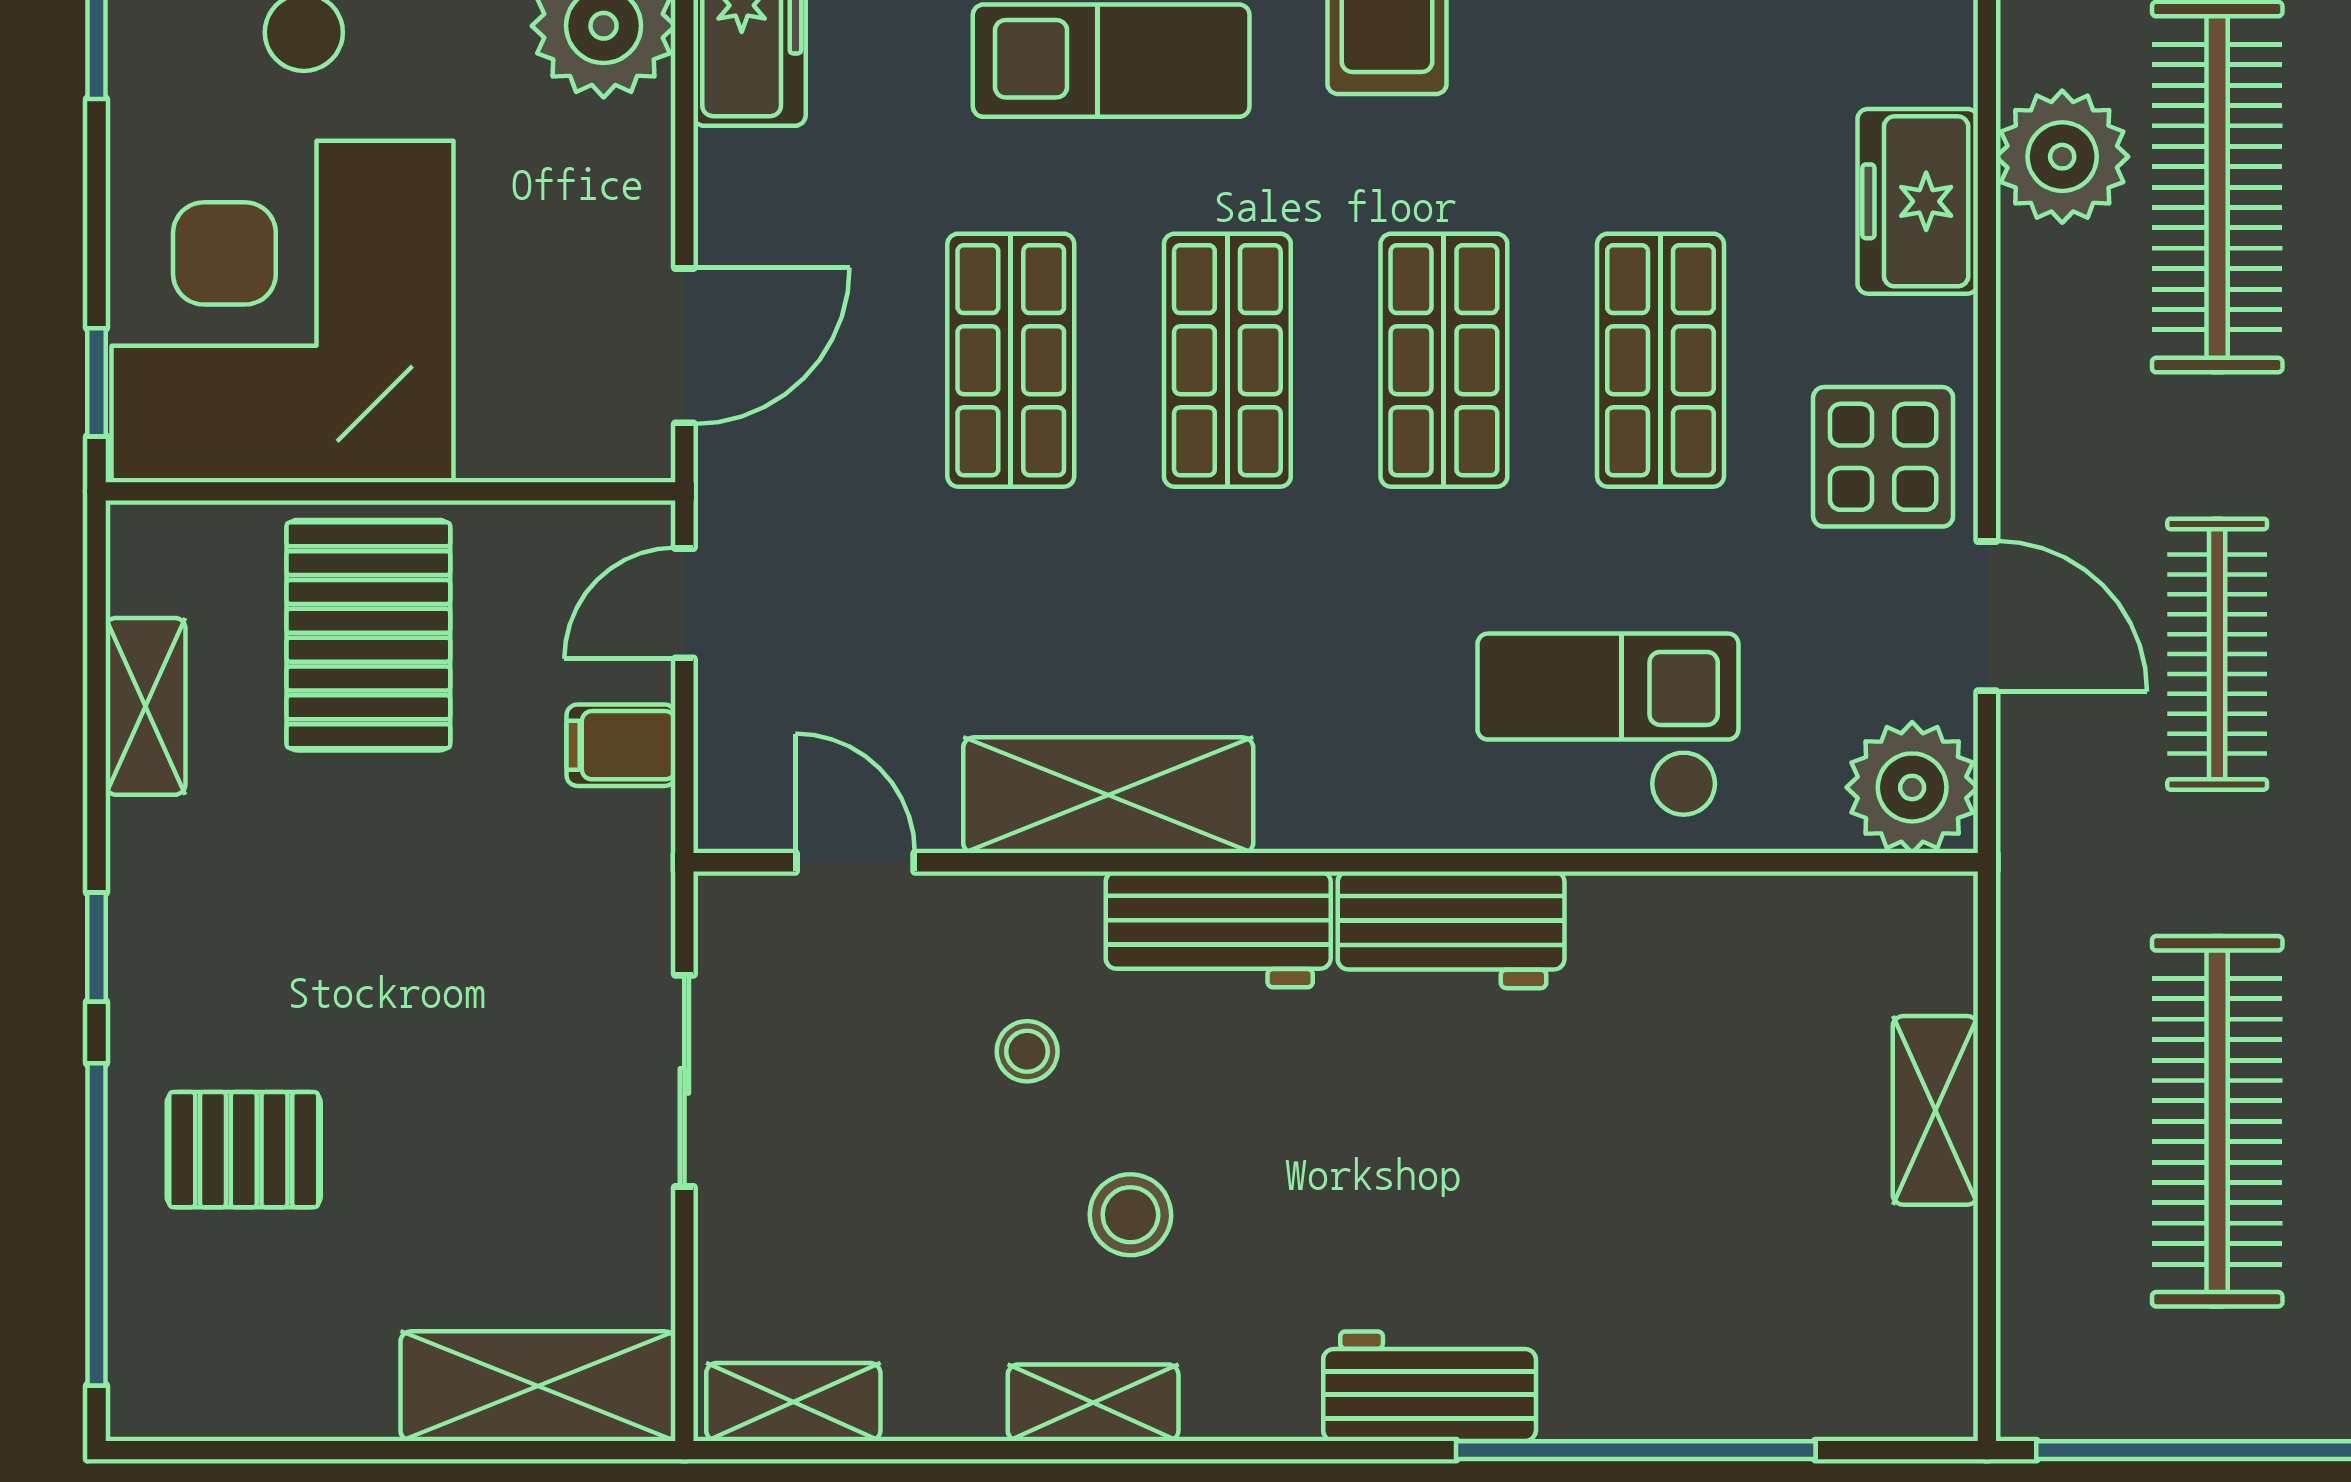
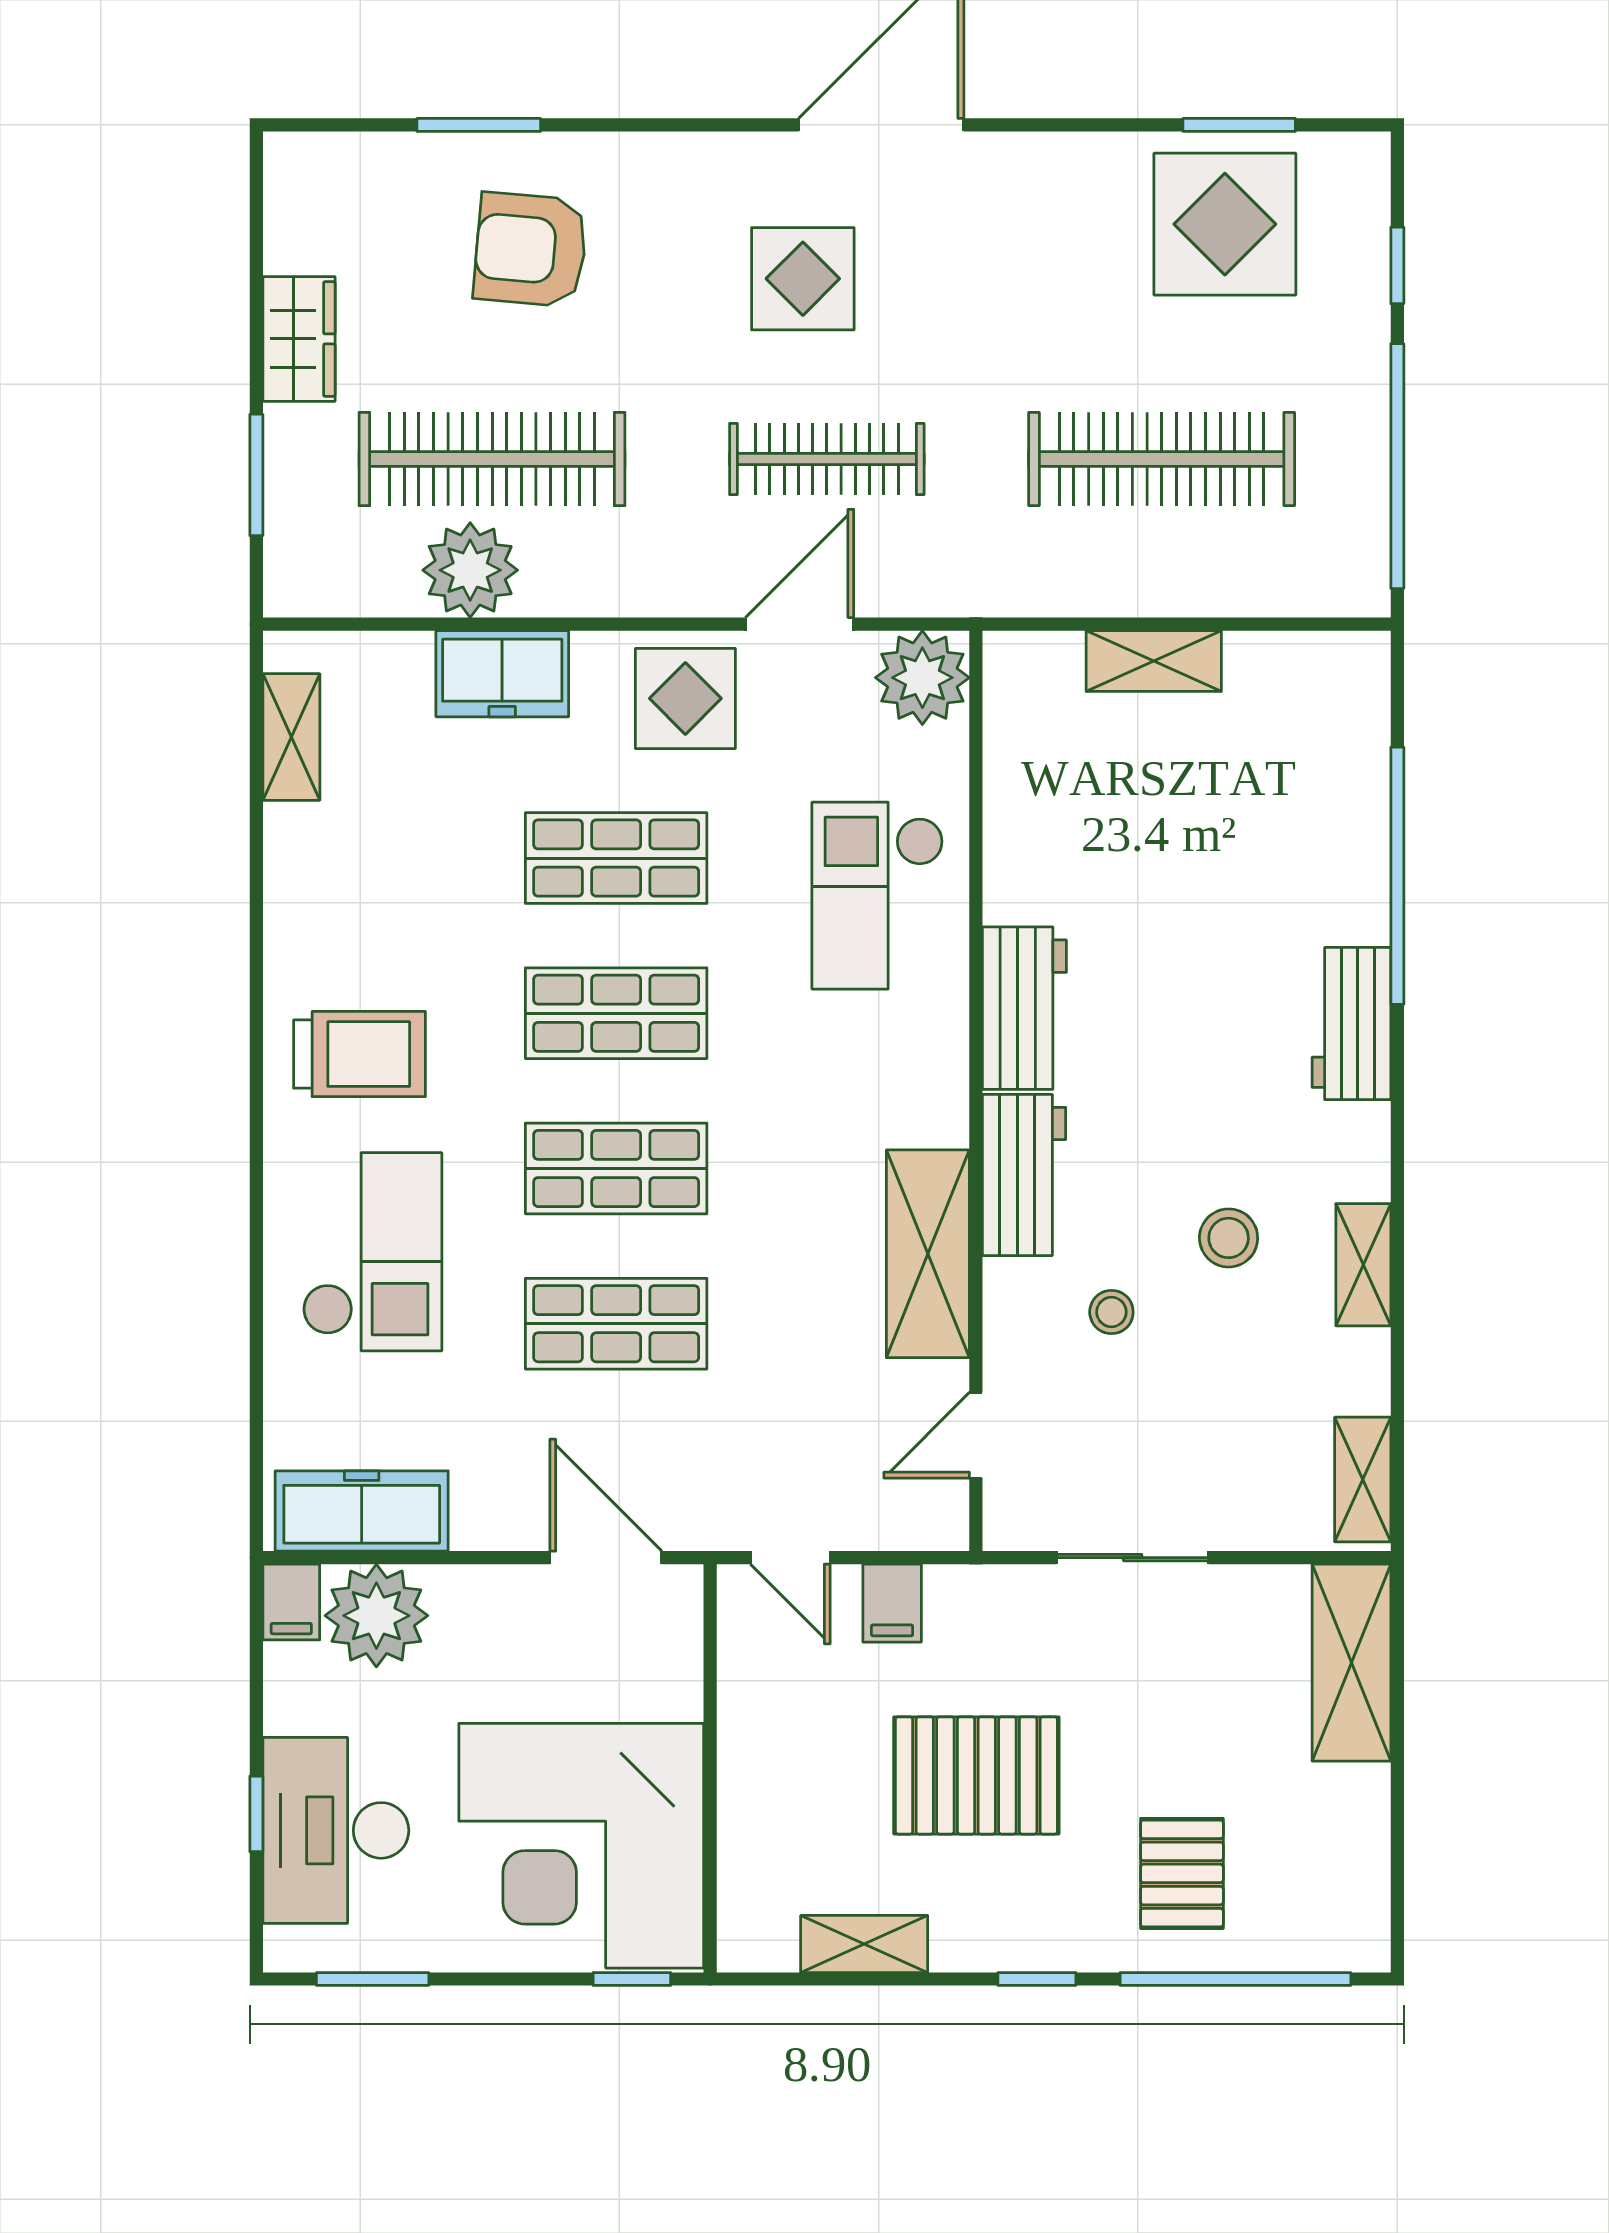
pallet: (368, 635) -> (976, 1775), moved

